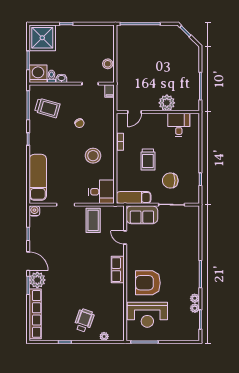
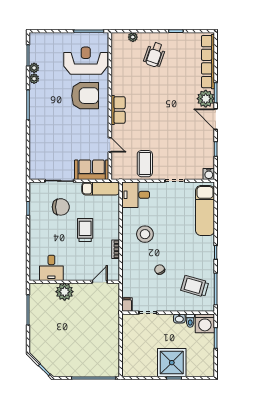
shower: (42, 38) -> (172, 363), moved
stool: (108, 64) -> (129, 334), removed

